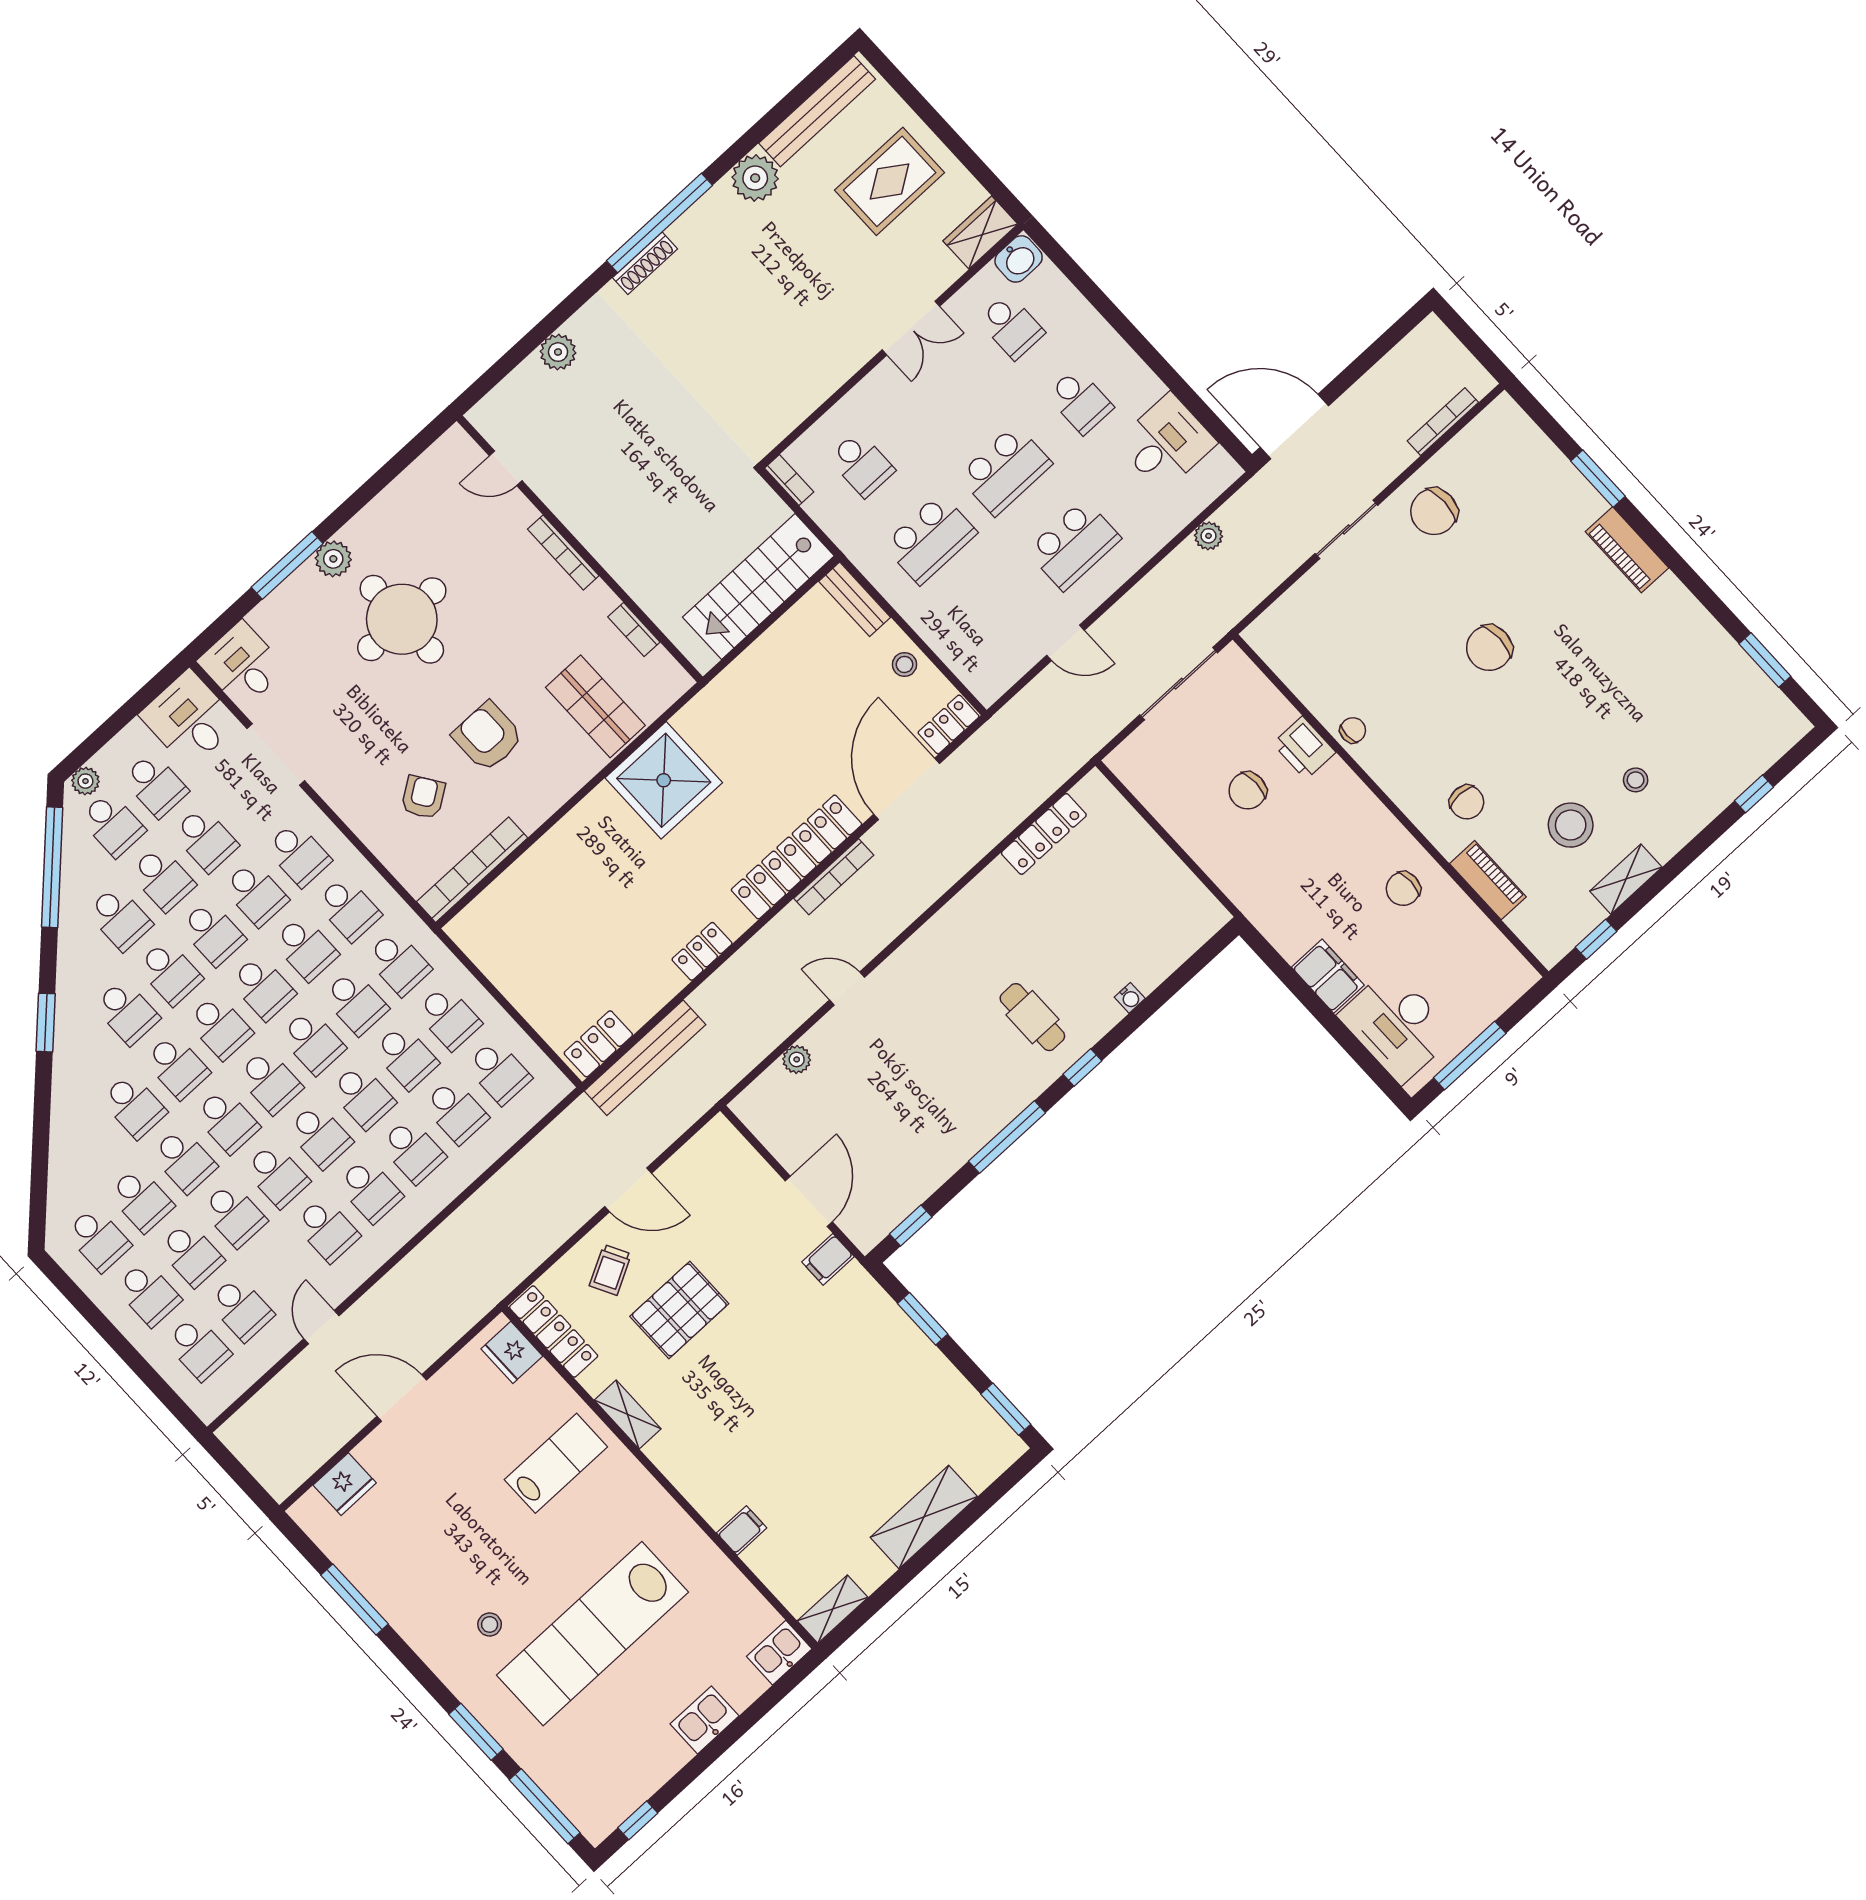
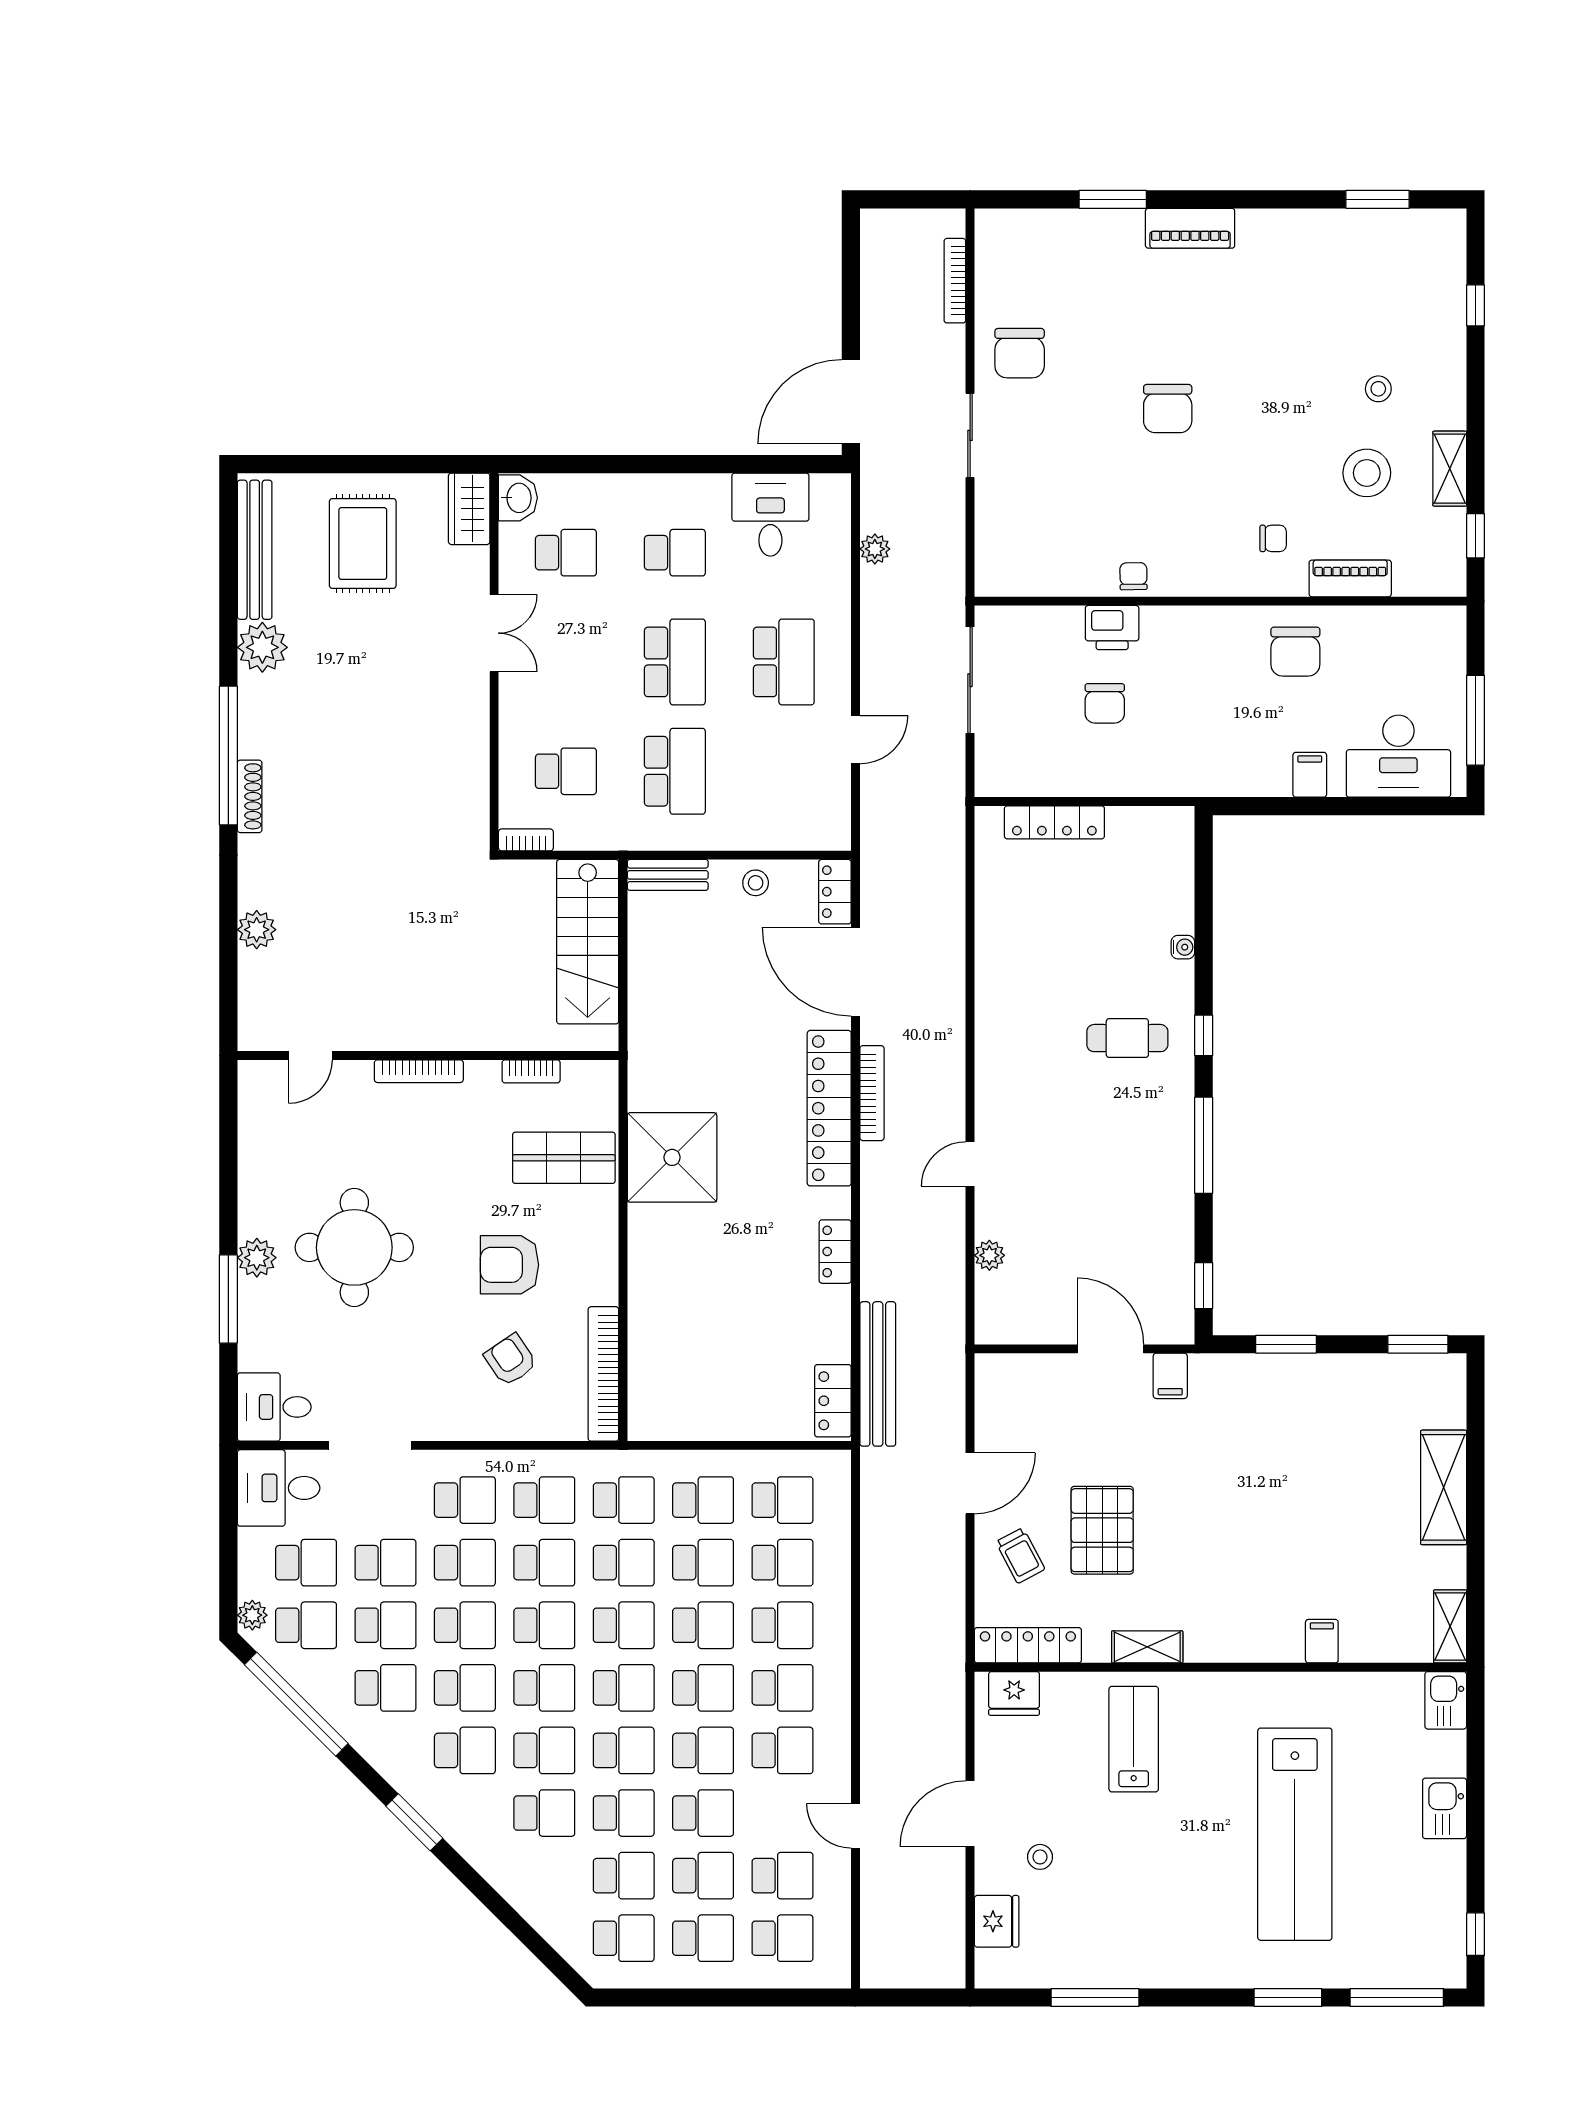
chair: (1467, 802) -> (1273, 538), width x0.73, depth x0.73
locker: (1044, 834) -> (1054, 822), moved, turned 90
chair: (1403, 889) -> (1295, 652), width x1.37, depth x1.37
filing cabinet: (1328, 976) -> (1310, 775), width x0.50
stool: (490, 1624) -> (1040, 1857), moved

